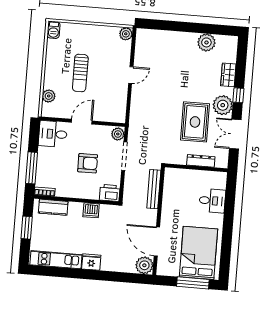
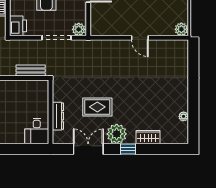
plant: (206, 42) -> (183, 116), width x0.53, depth x0.53
rug: (195, 122) -> (97, 107), width x0.73, depth x0.70
bench: (154, 189) -> (31, 70), width x0.73
desk: (212, 201) -> (37, 131), moved

